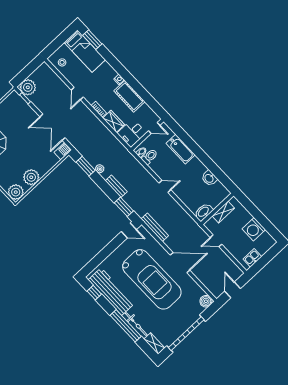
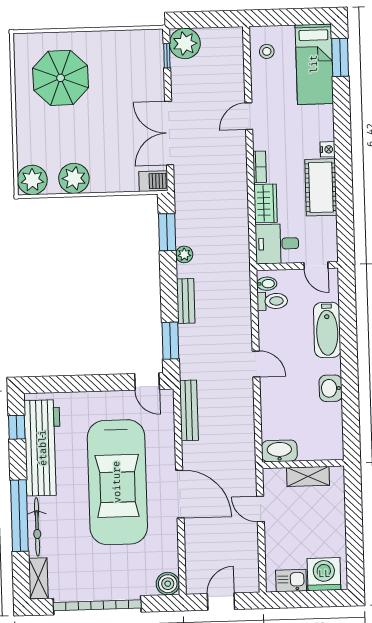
washbasin: (209, 178) -> (331, 388), moved
washing machine: (254, 229) -> (324, 574), moved, turned 90

